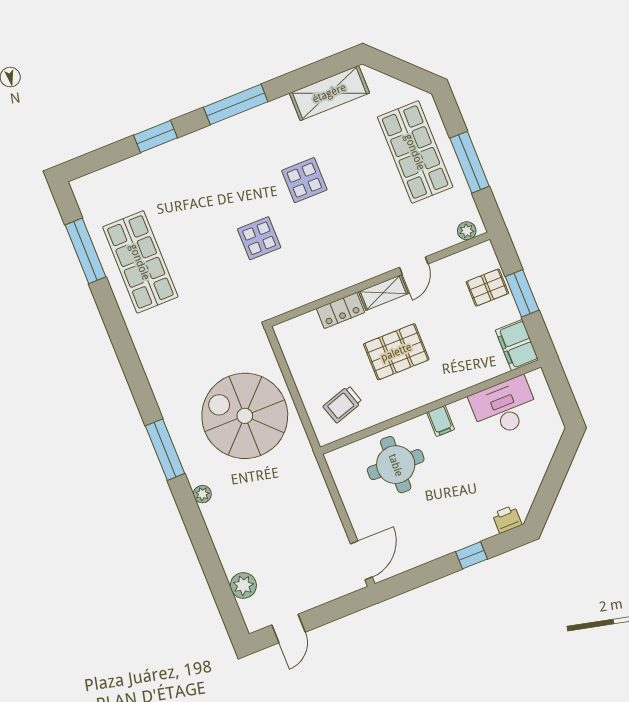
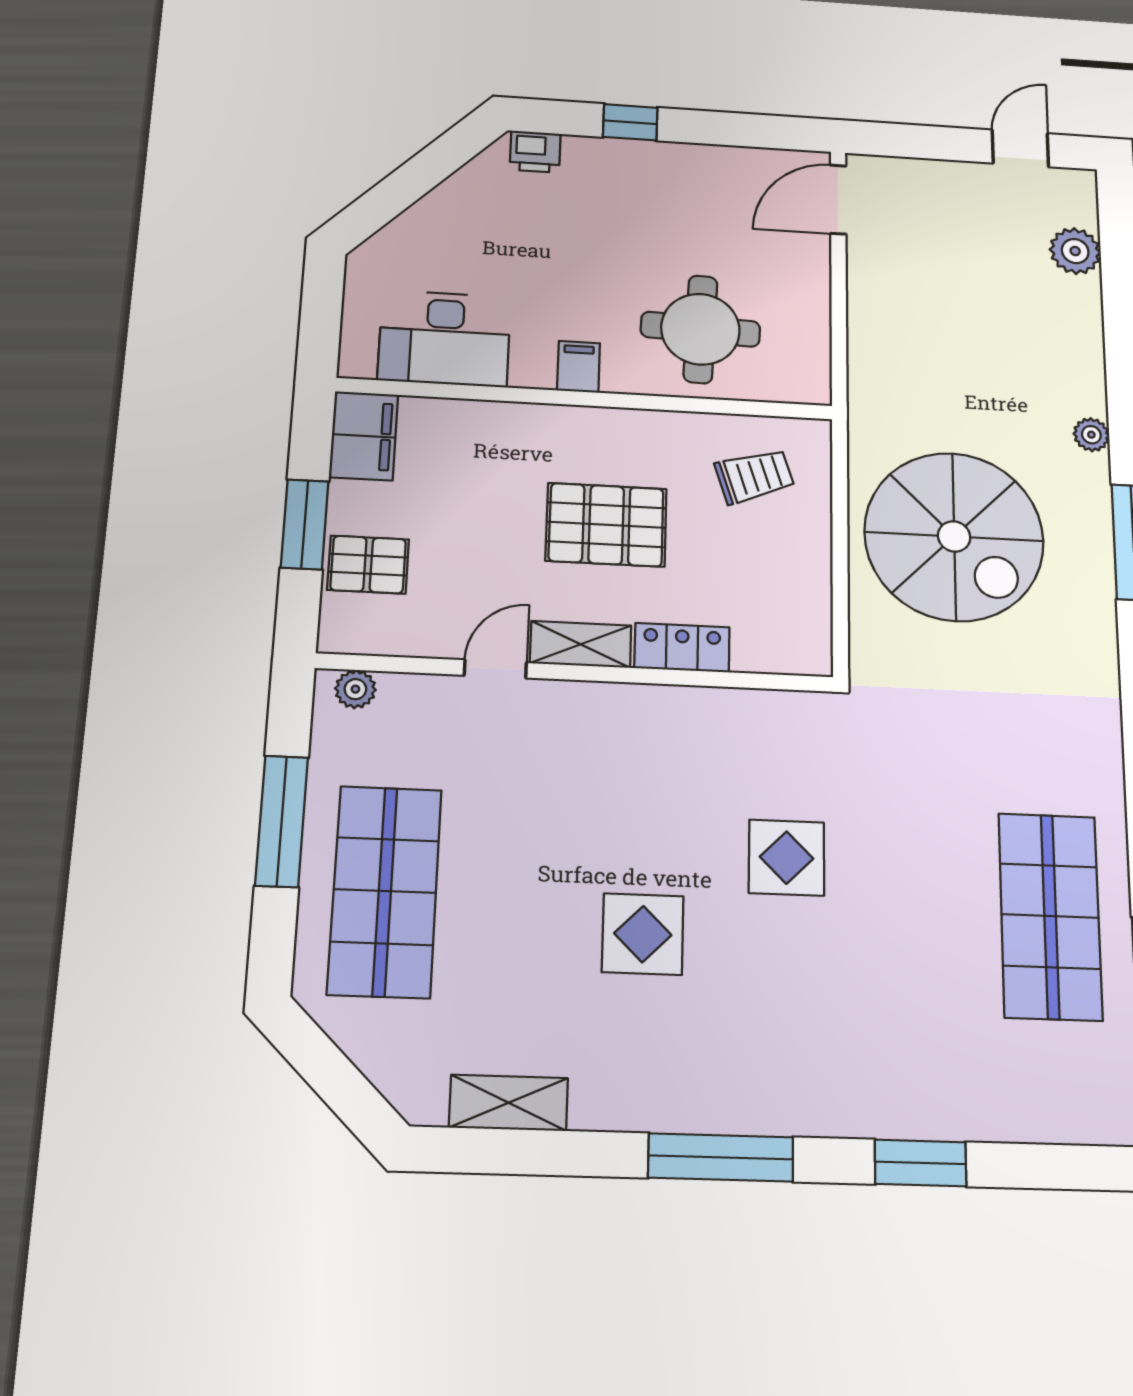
shelving: (329, 93) -> (509, 1103), width x0.67, depth x0.75

